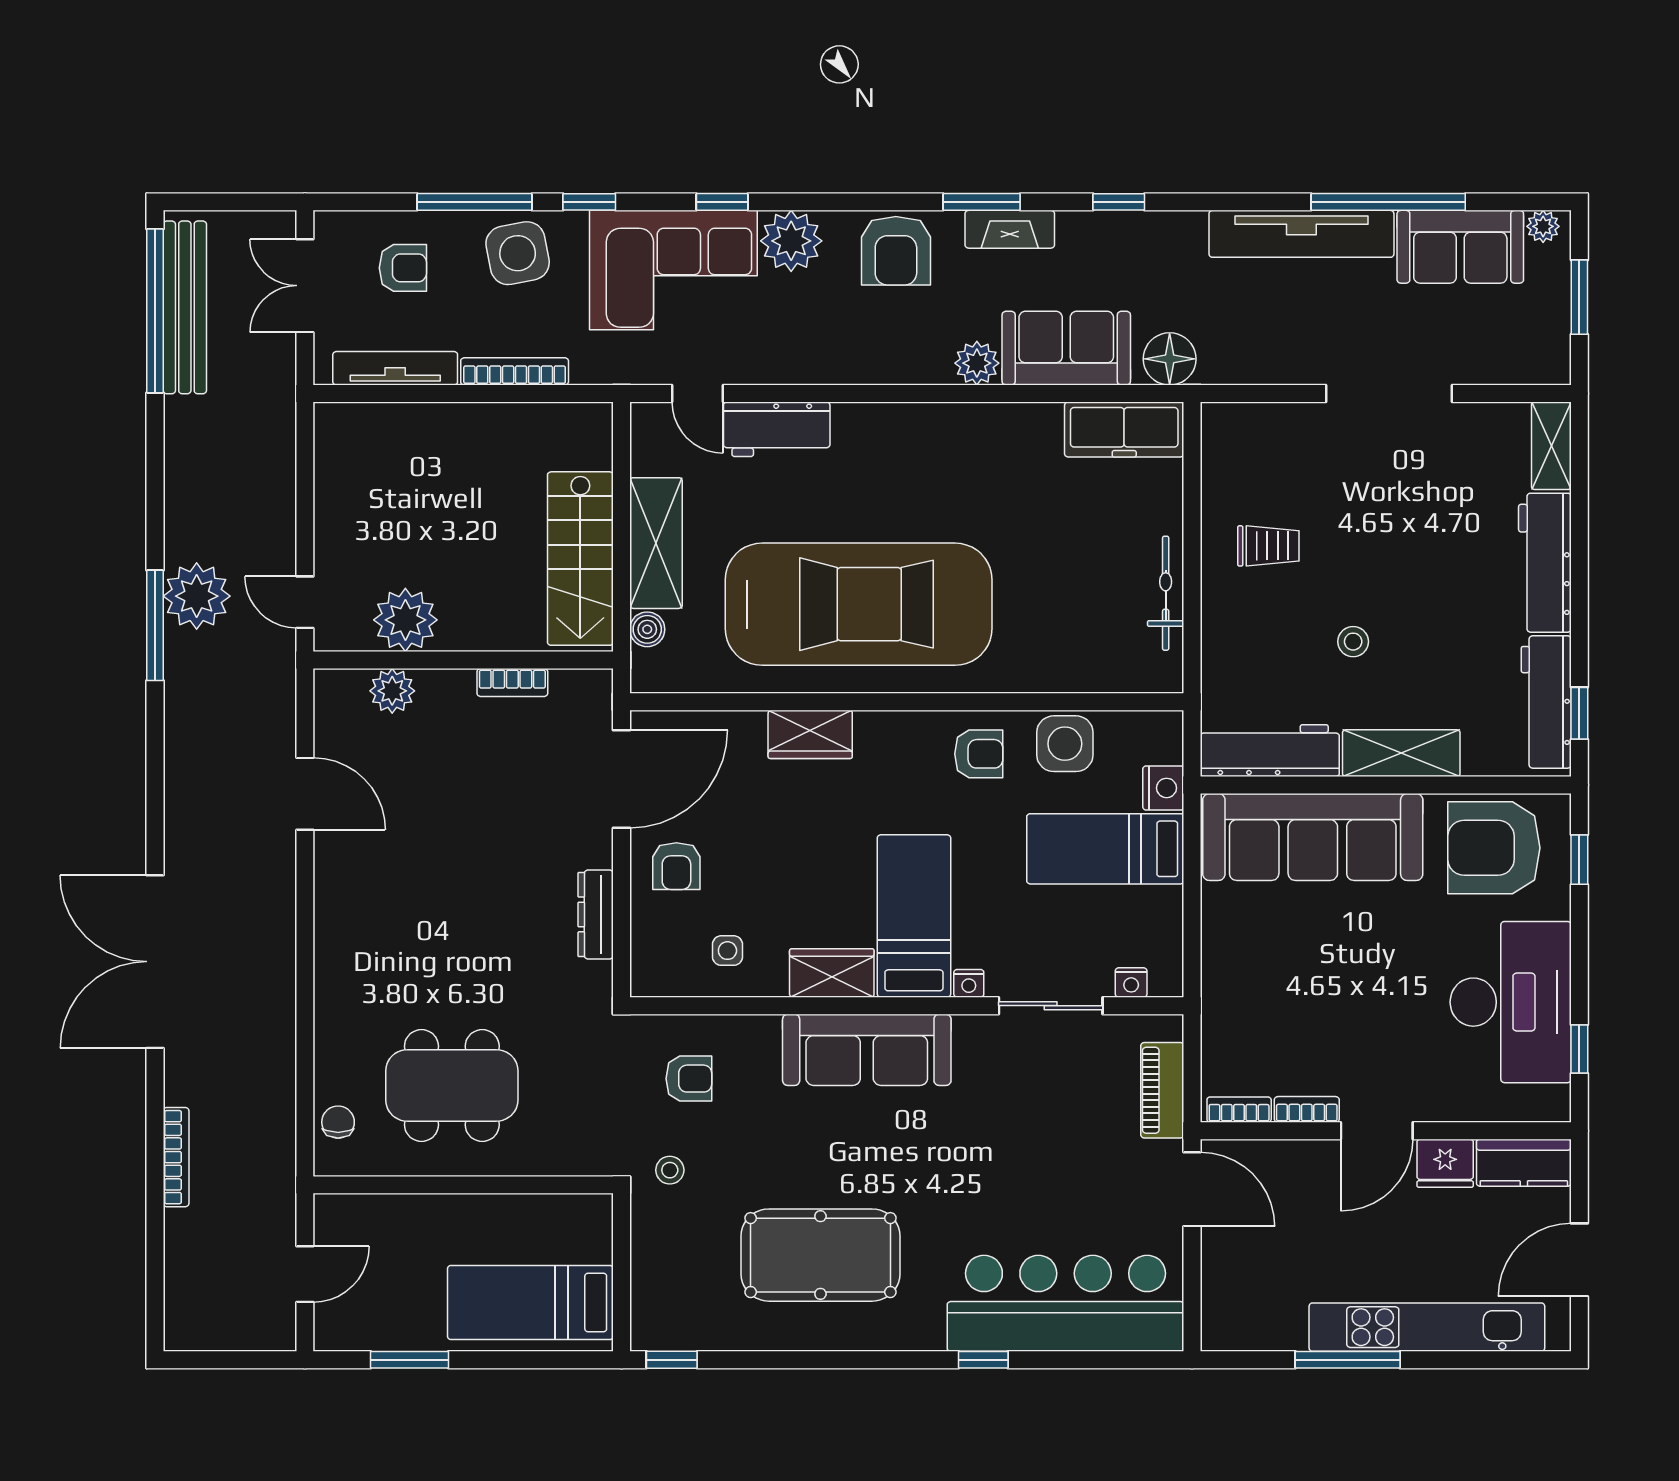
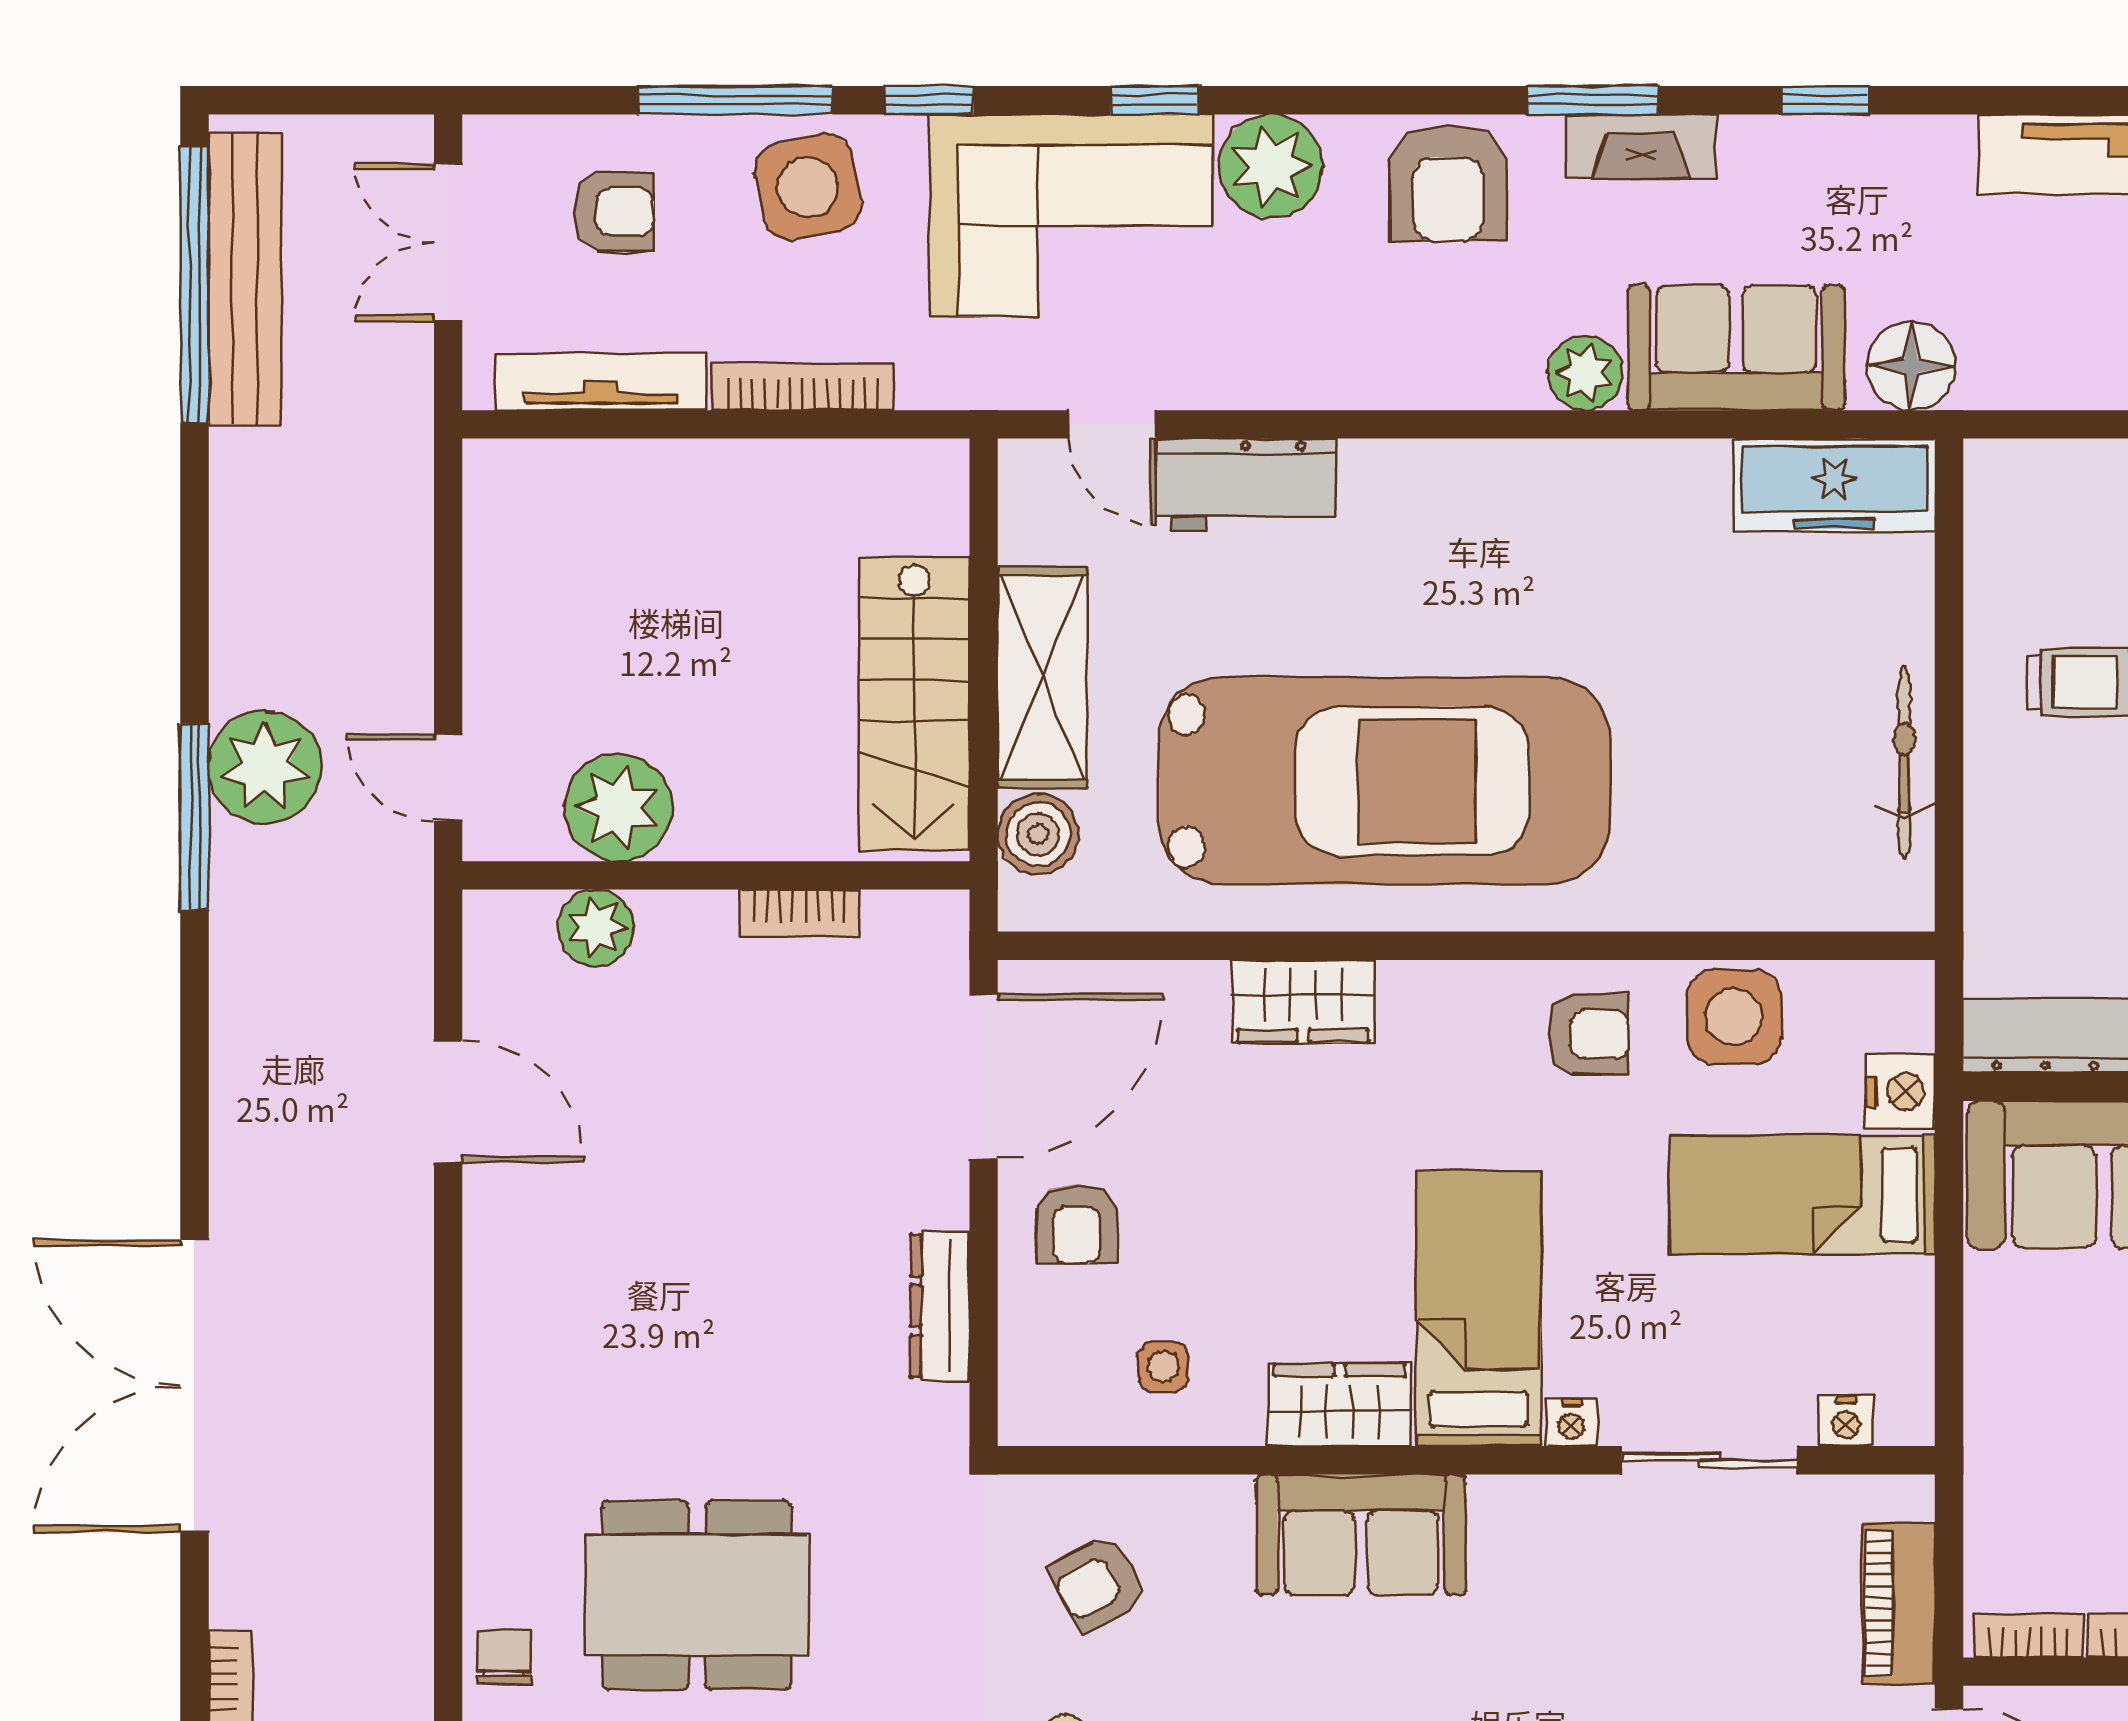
boiler: (647, 629) -> (1038, 834), width x1.36, depth x1.36
sofa: (867, 1050) -> (1361, 1535), width x0.73
armchair: (689, 1079) -> (1098, 1583), turned 152

